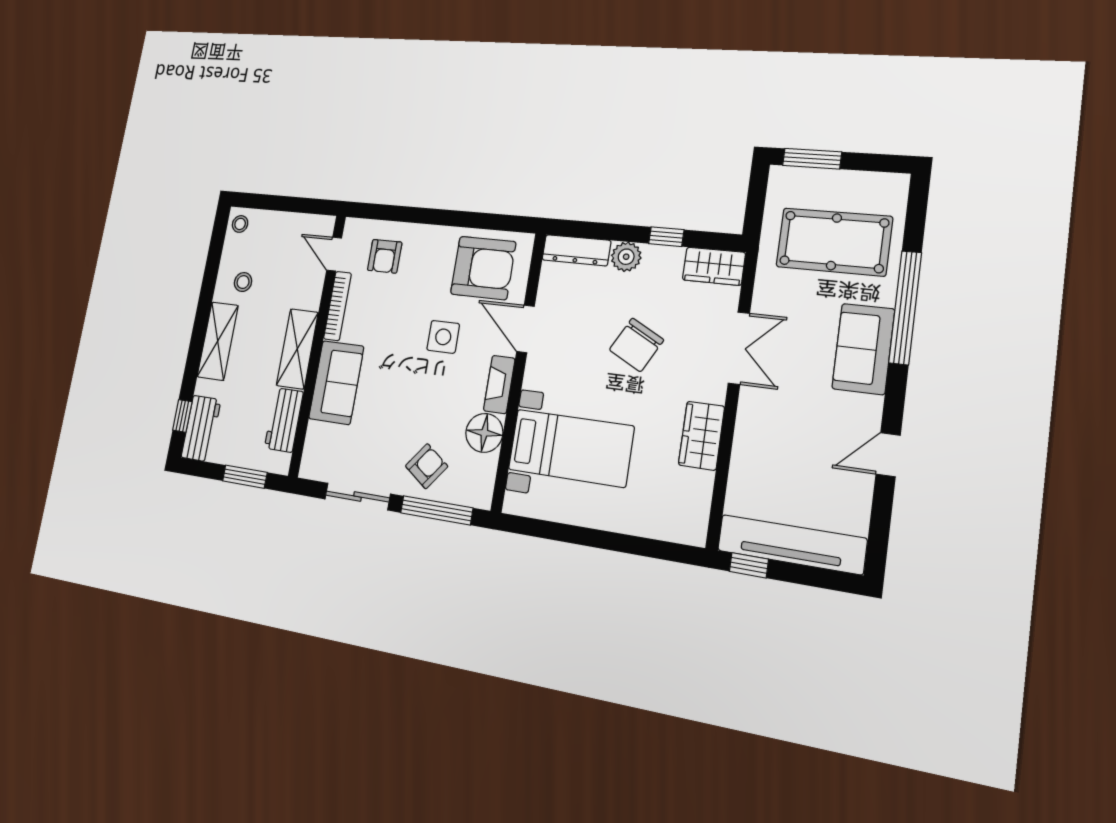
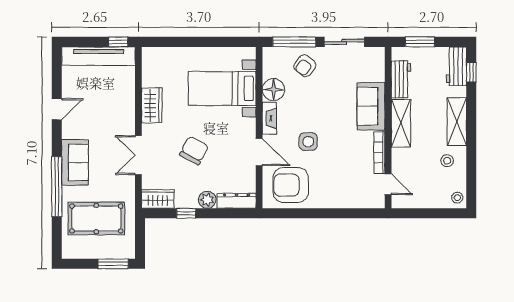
armchair: (385, 256) -> (354, 186), removed

